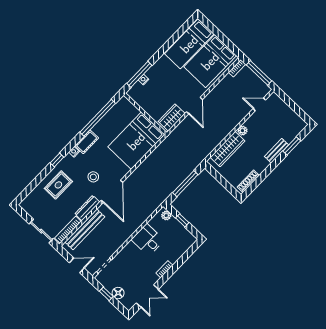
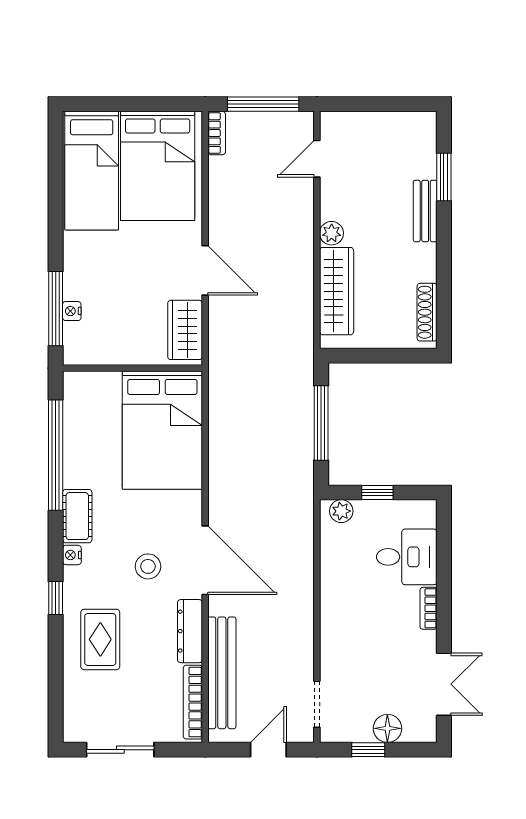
sliding door: (41, 231) -> (120, 750), moved
desk: (148, 240) -> (407, 557), moved, turned 180

